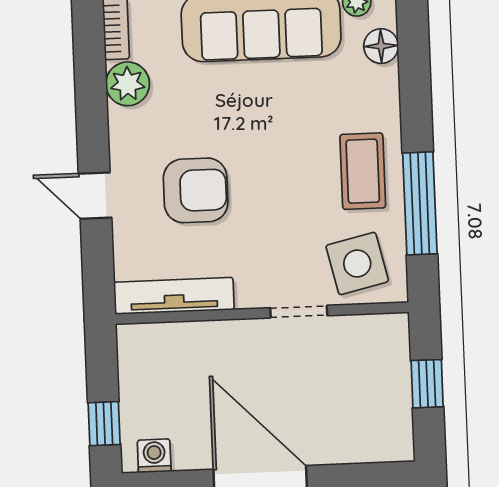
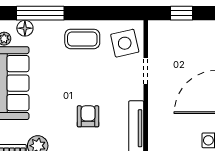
armchair: (196, 190) -> (88, 116), width x0.72, depth x0.72
window: (420, 203) -> (40, 13), moved

